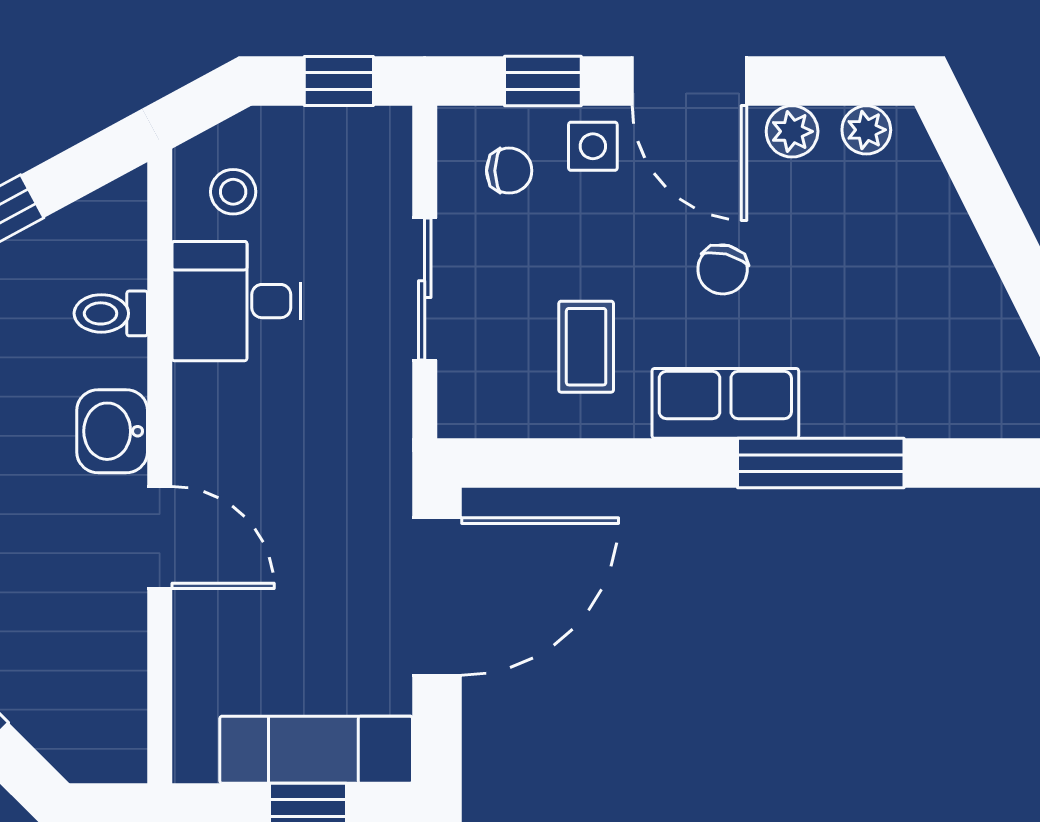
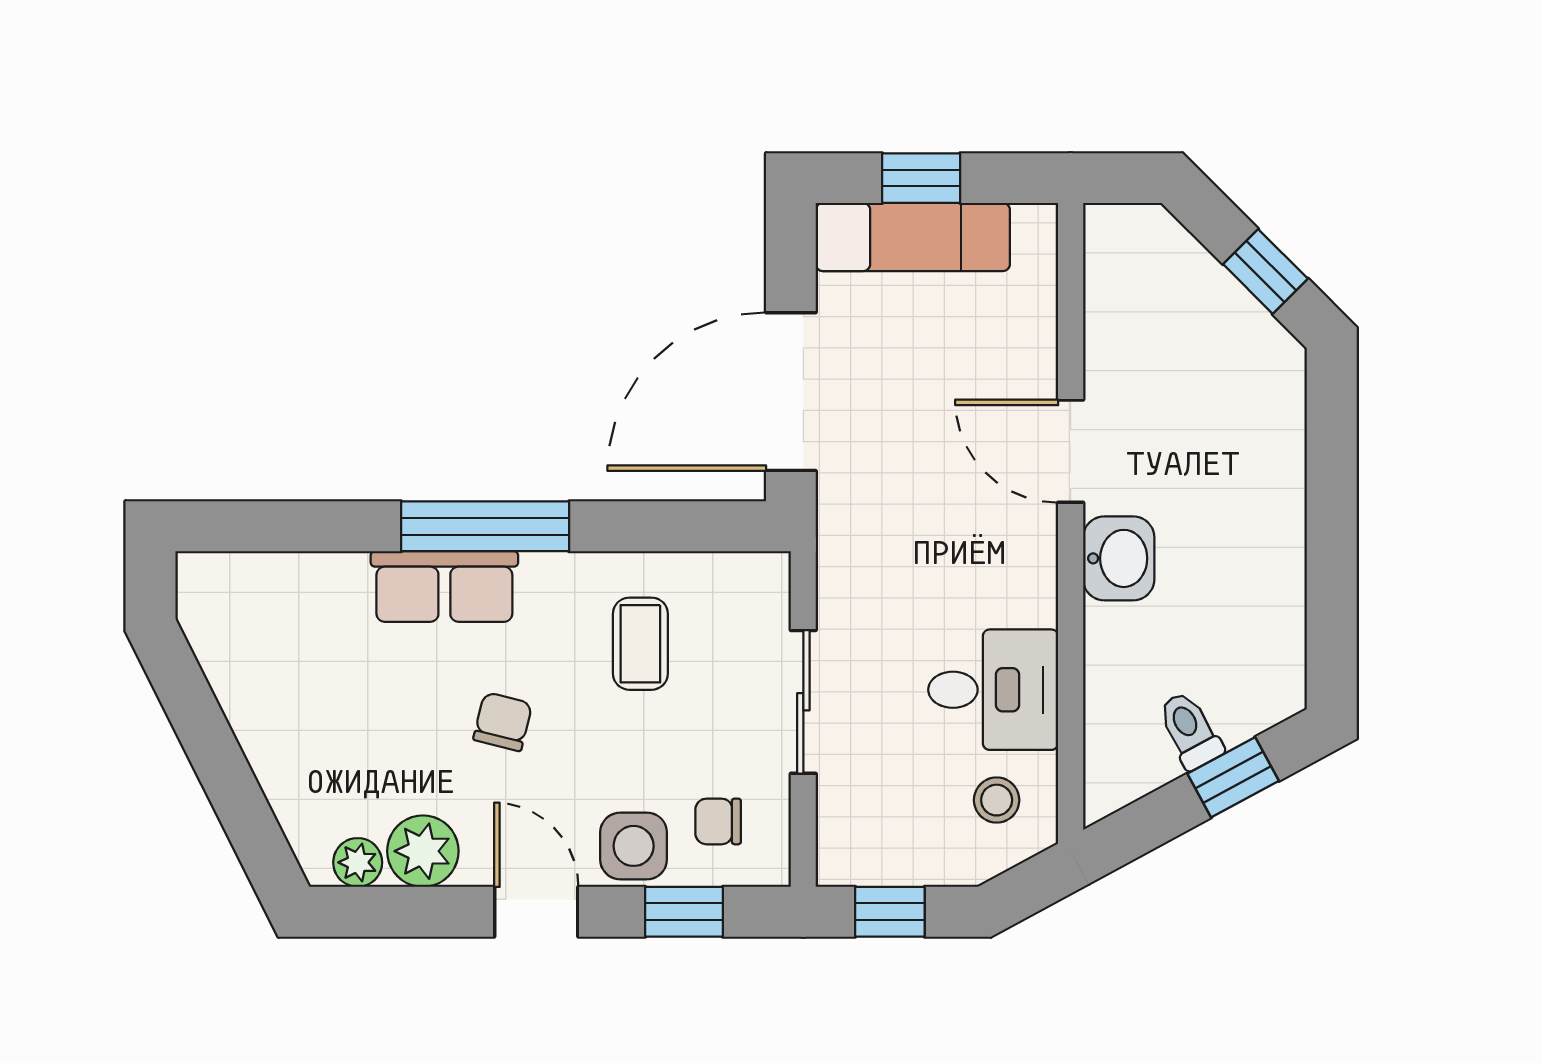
door: (689, 81) -> (536, 912), width x0.73
plant: (792, 131) -> (423, 851), width x1.38, depth x1.38
side table: (593, 146) -> (634, 846), width x1.37, depth x1.37
toilet: (111, 313) -> (1190, 730), moved, turned -118
row of seats: (725, 403) -> (444, 586), moved
window: (821, 463) -> (485, 526), moved

